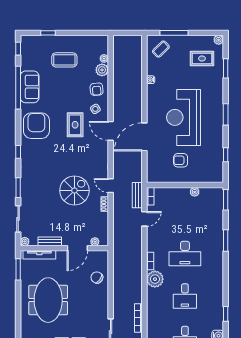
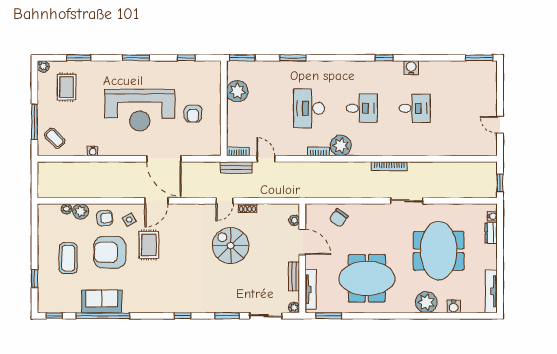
rug: (75, 125) -> (149, 245), turned 90
armchair: (36, 126) -> (110, 252), moved
plant: (195, 192) -> (237, 91), width x1.87, depth x1.87
desk: (185, 254) -> (309, 108), turned 180

